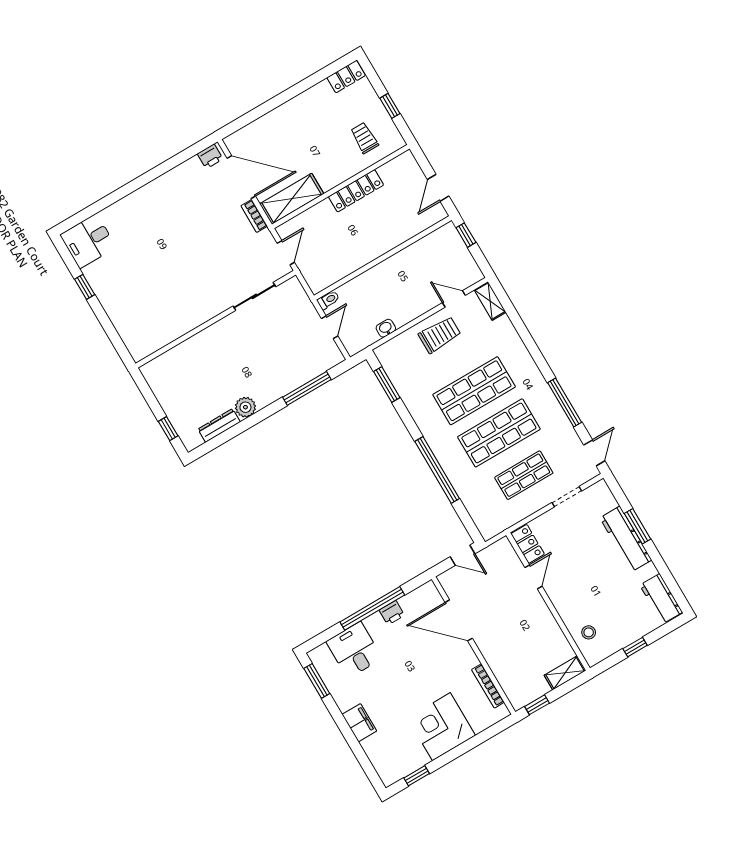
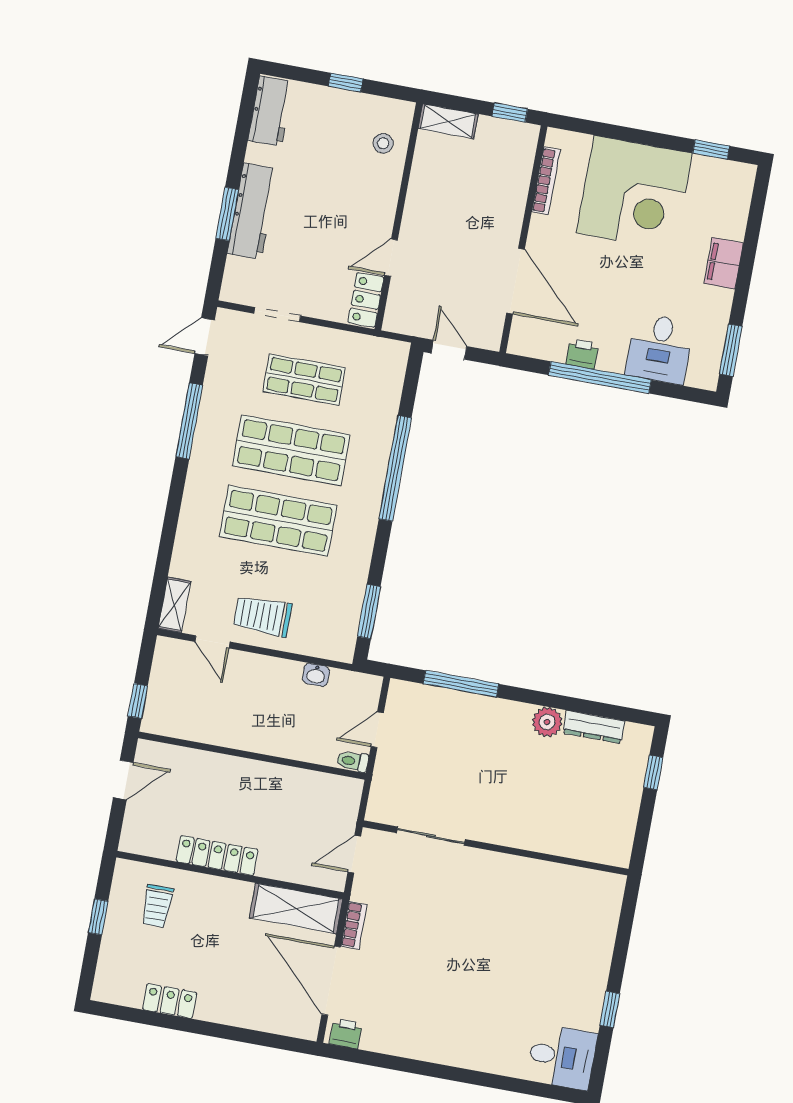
locker: (346, 77) -> (170, 1001), moved
corner desk: (441, 727) -> (634, 193), width x1.36, depth x1.36

